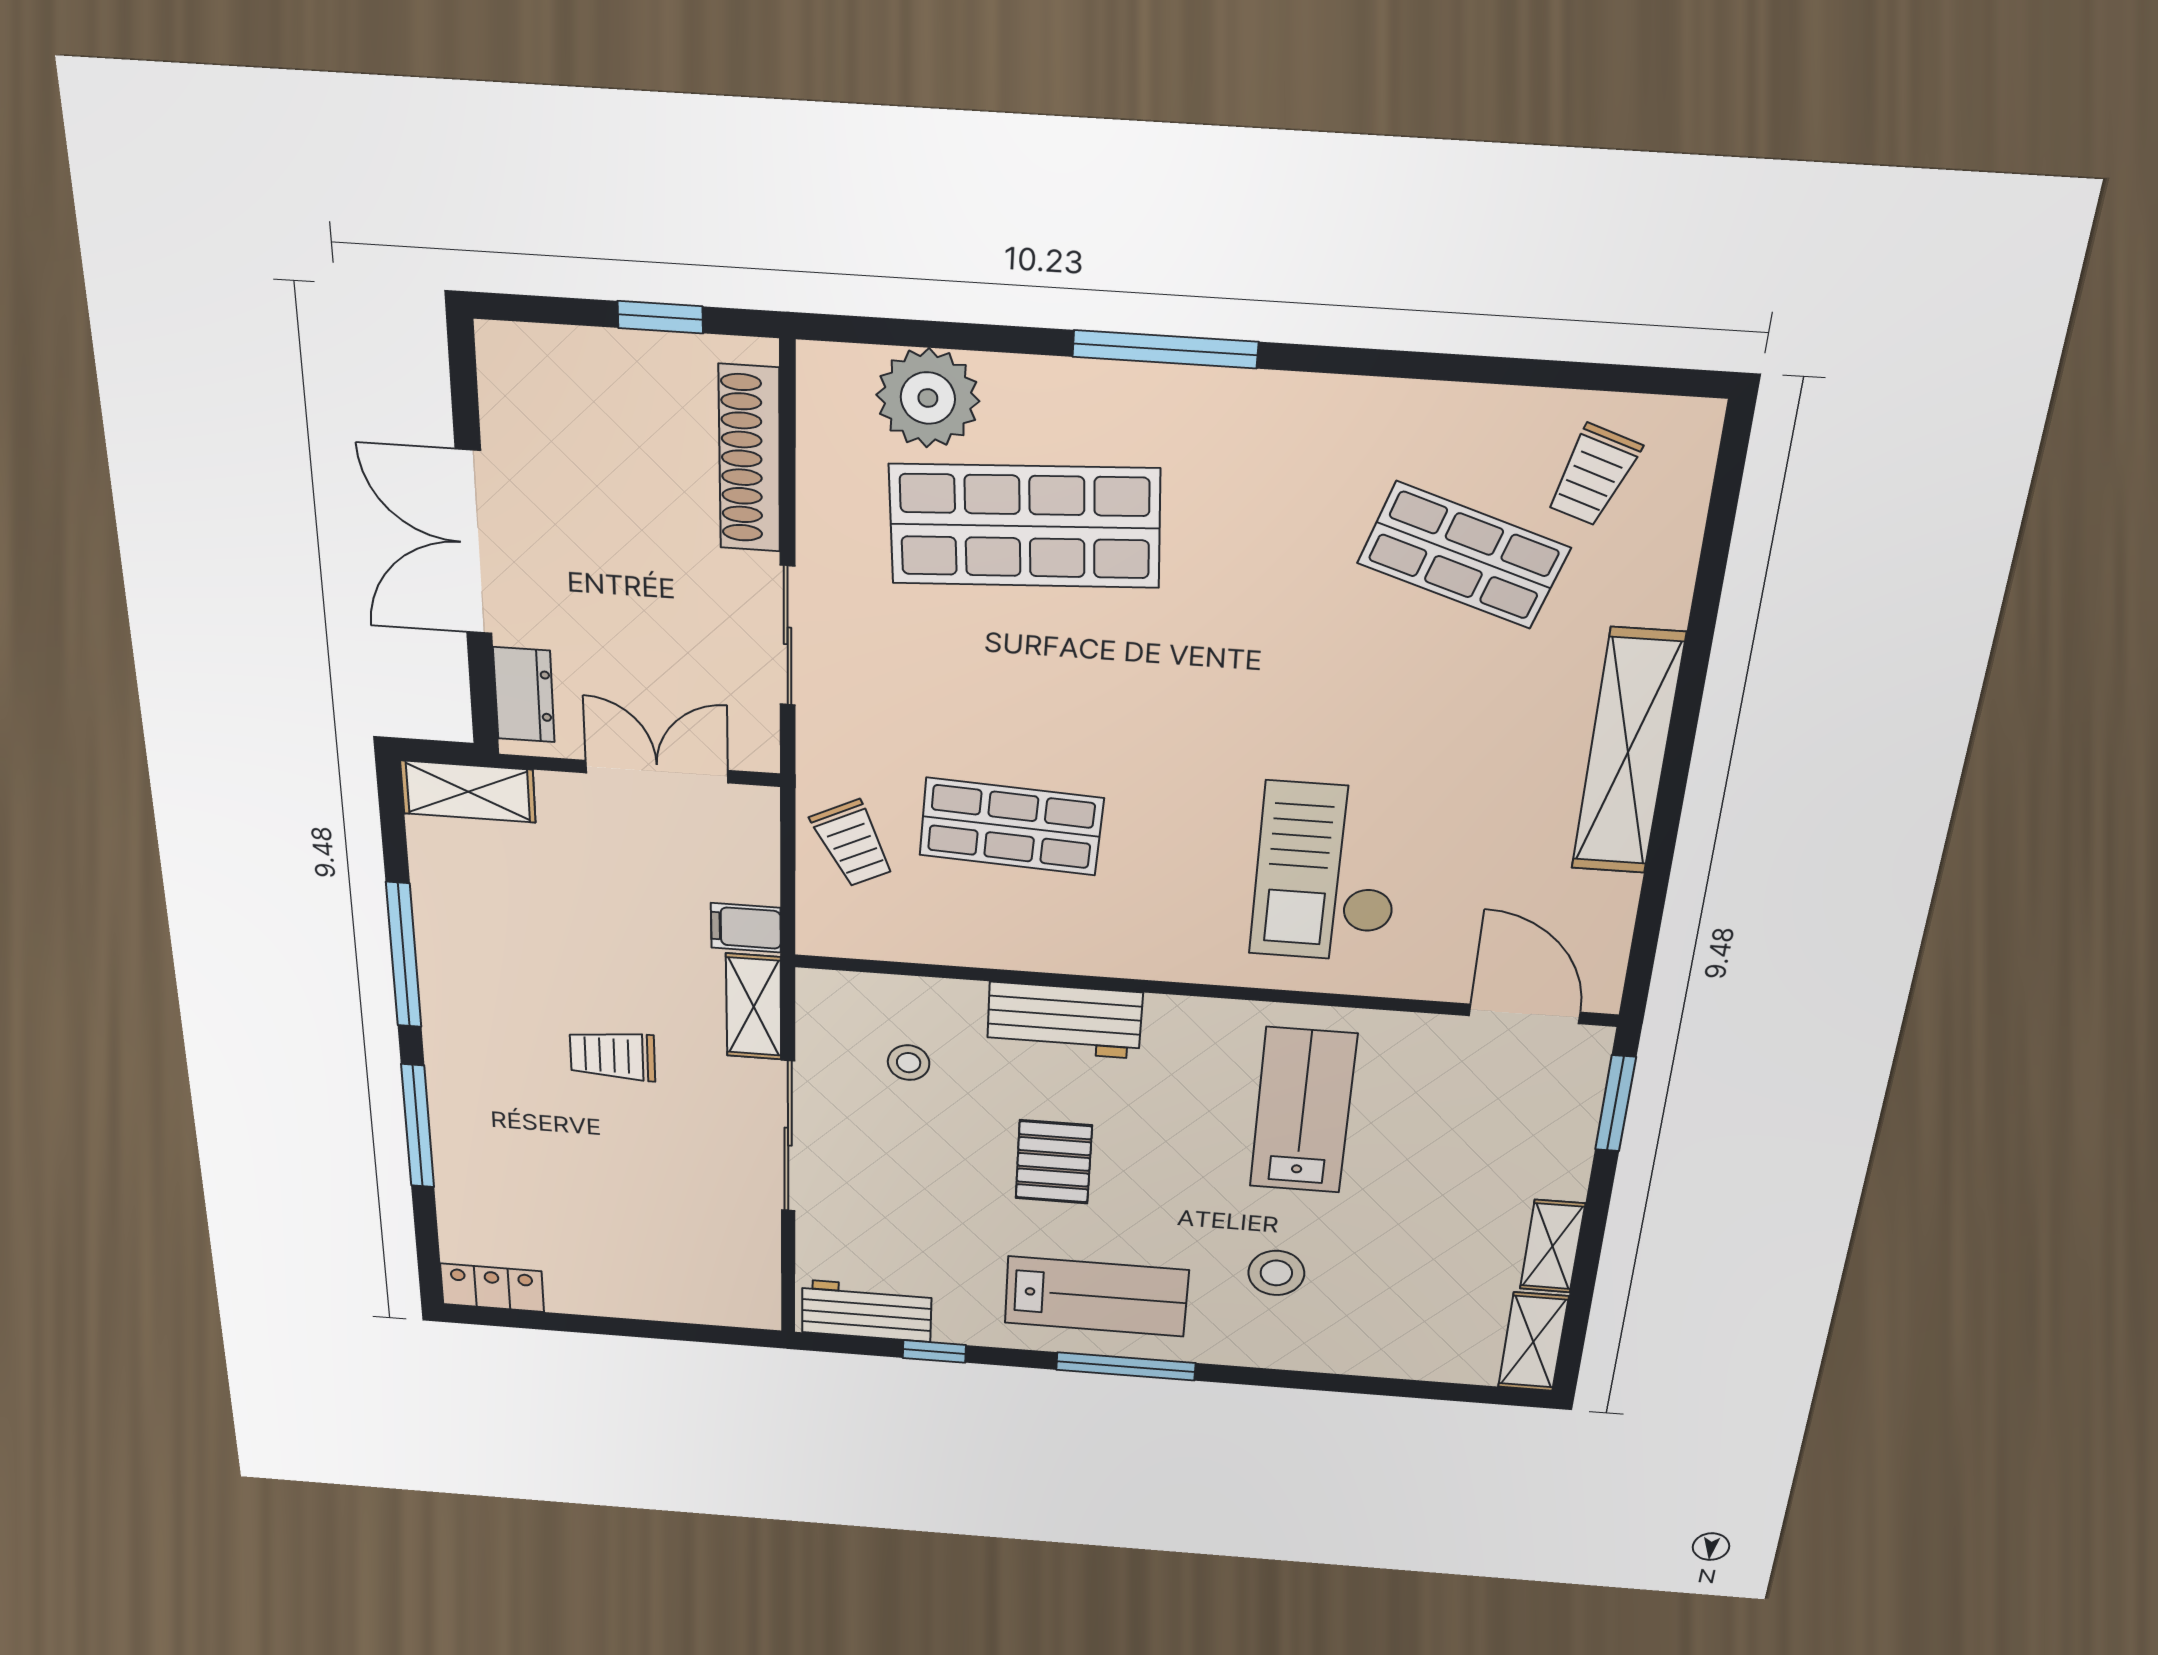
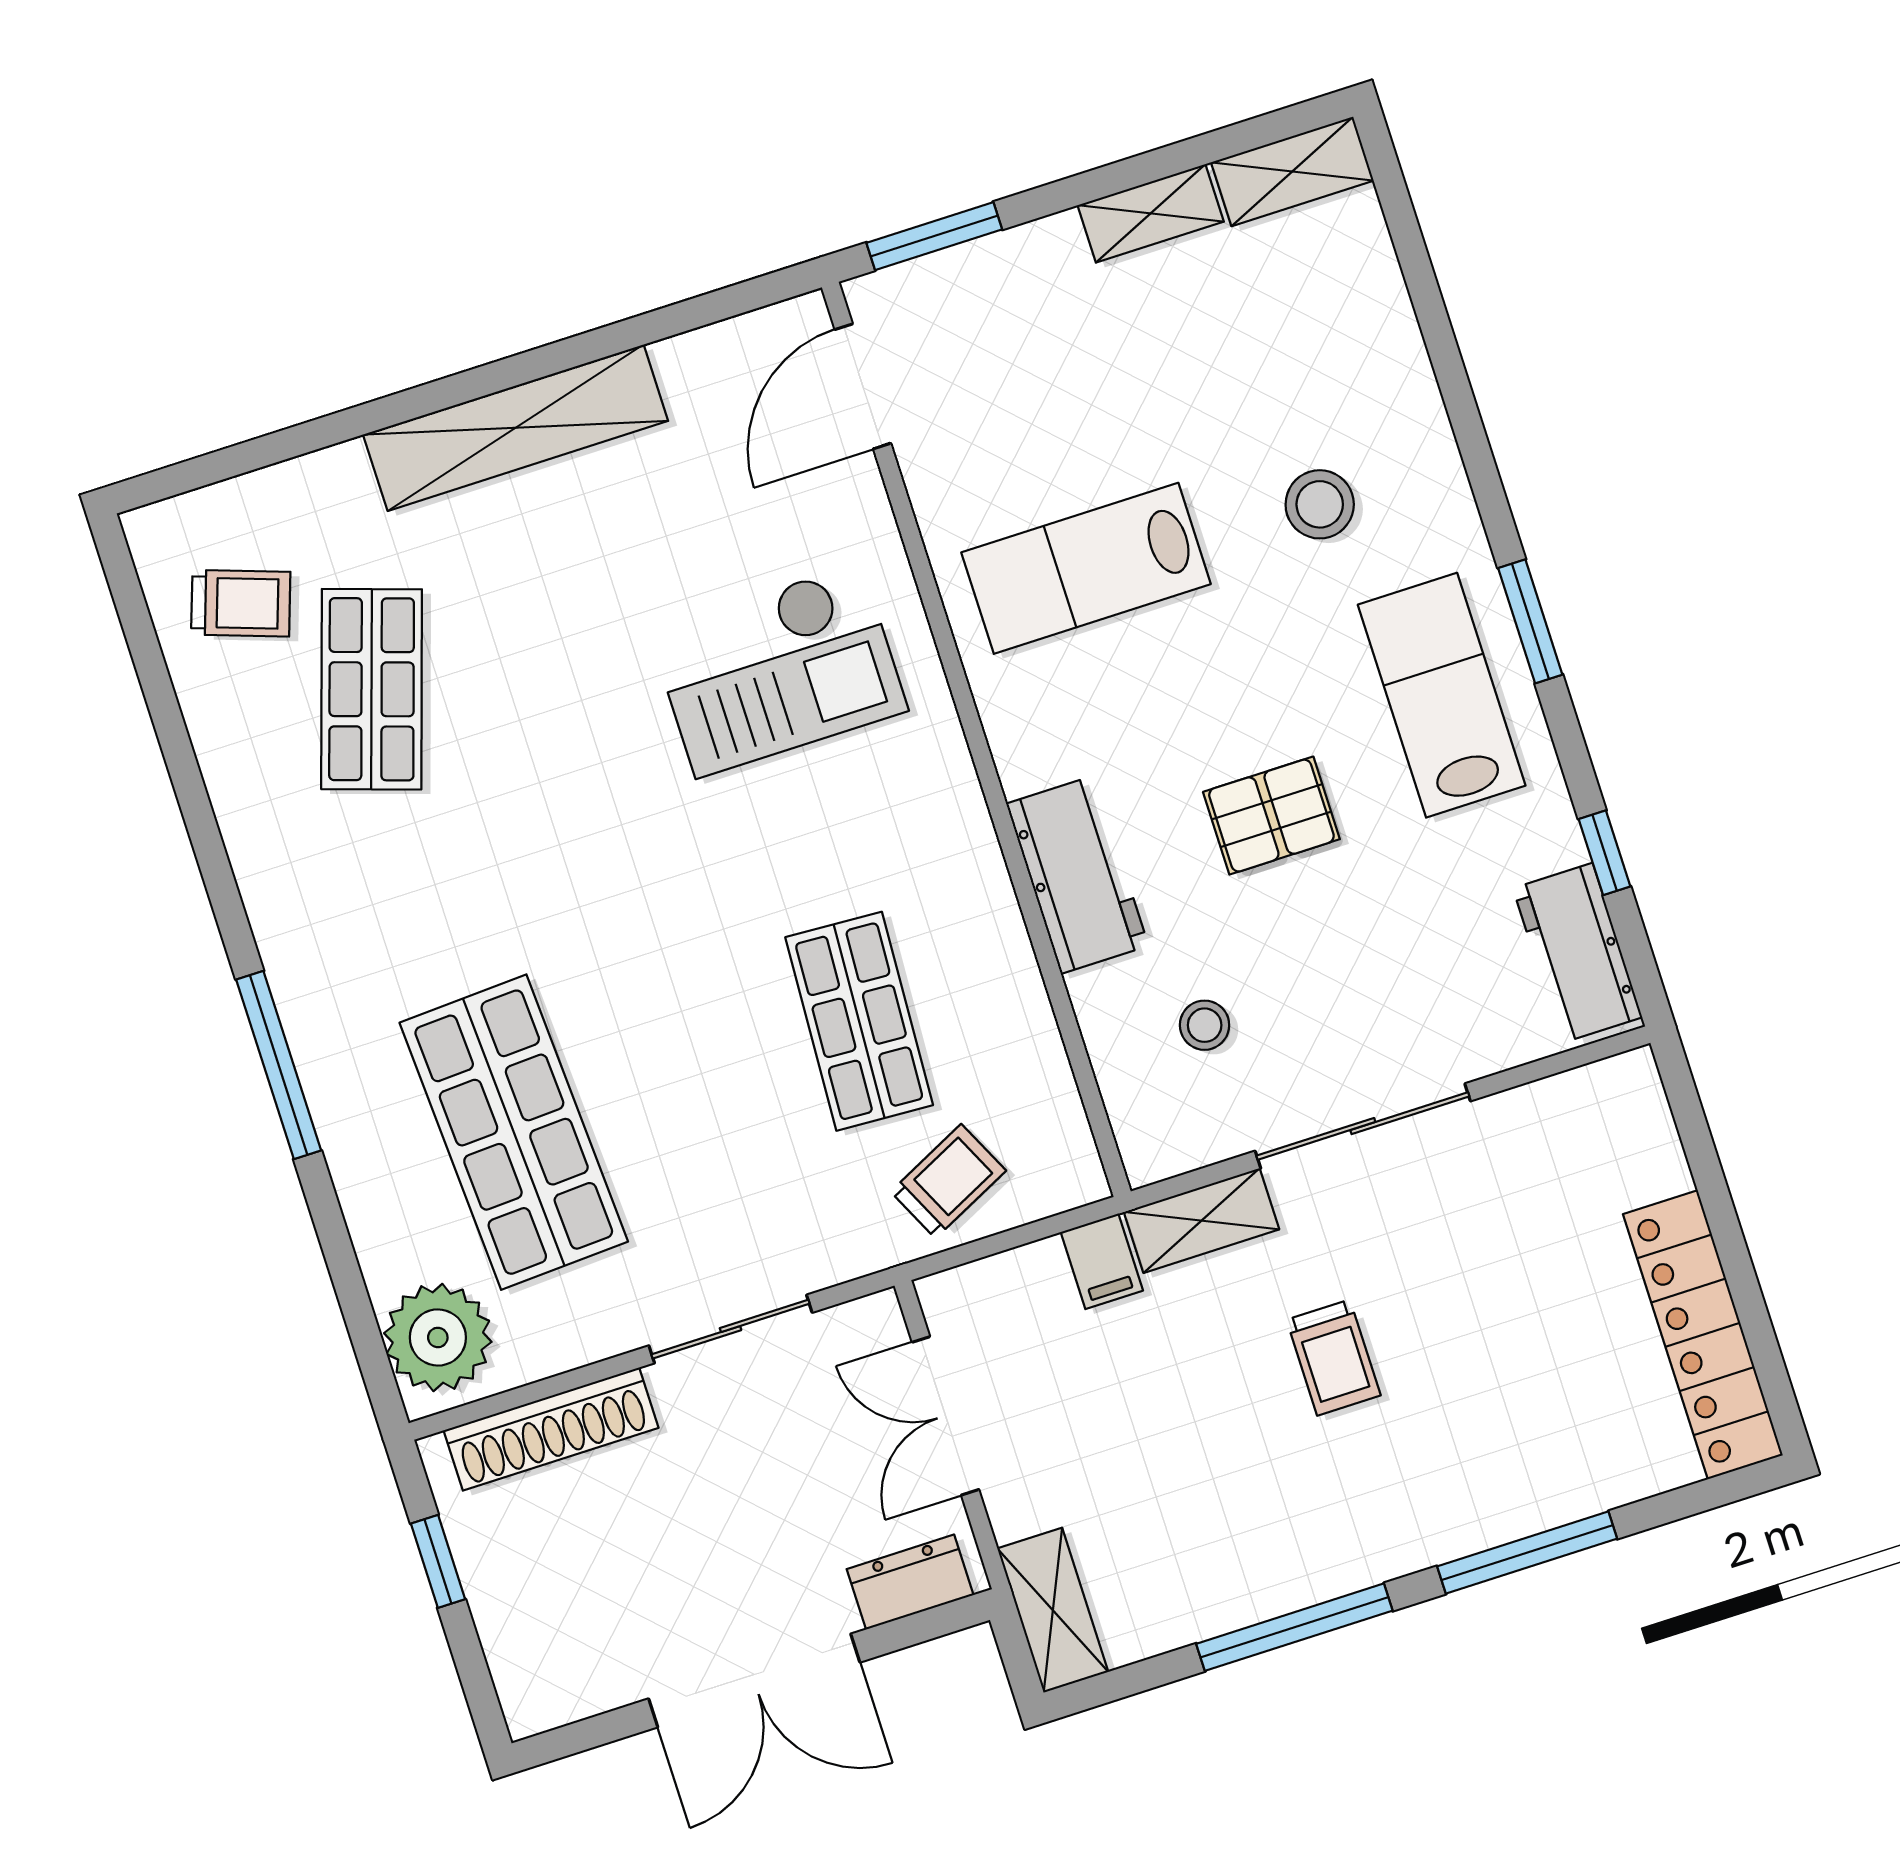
plant: (928, 398) -> (438, 1337), moved
locker: (492, 1288) -> (1703, 1335), width x2.16, depth x1.21
window: (1126, 1366) -> (1530, 621), width x0.69

